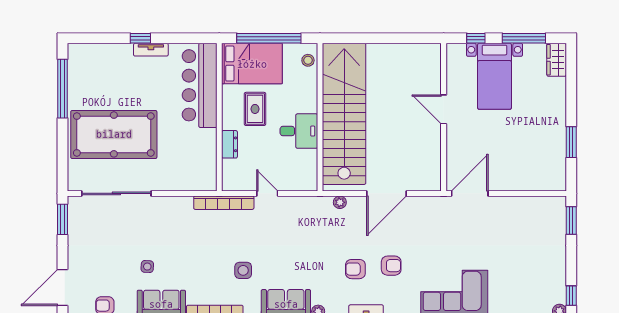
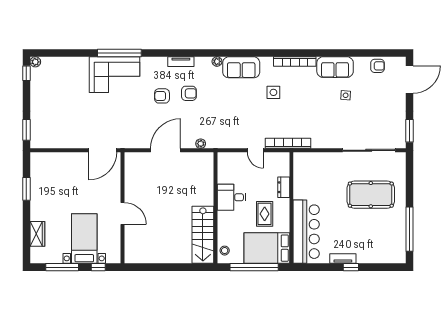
wardrobe: (557, 60) -> (37, 234), moved
stairs: (344, 114) -> (203, 235), width x0.54, depth x0.66
pool table: (114, 134) -> (371, 195), width x0.73, depth x0.76

